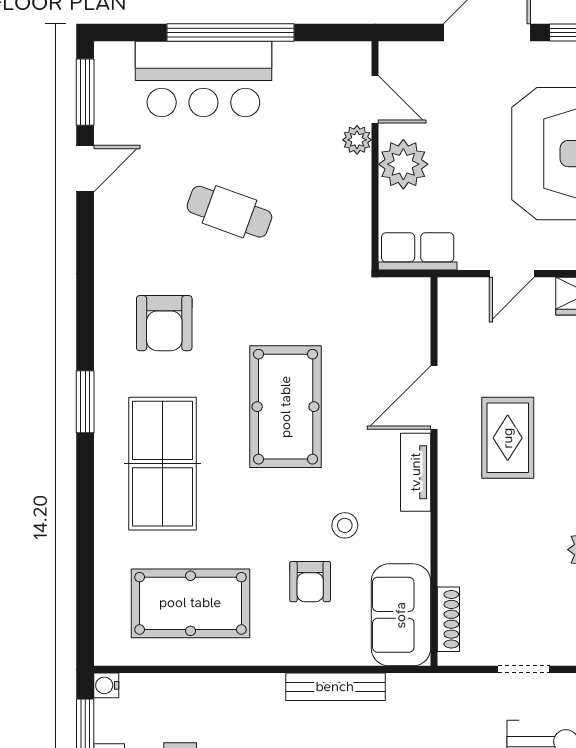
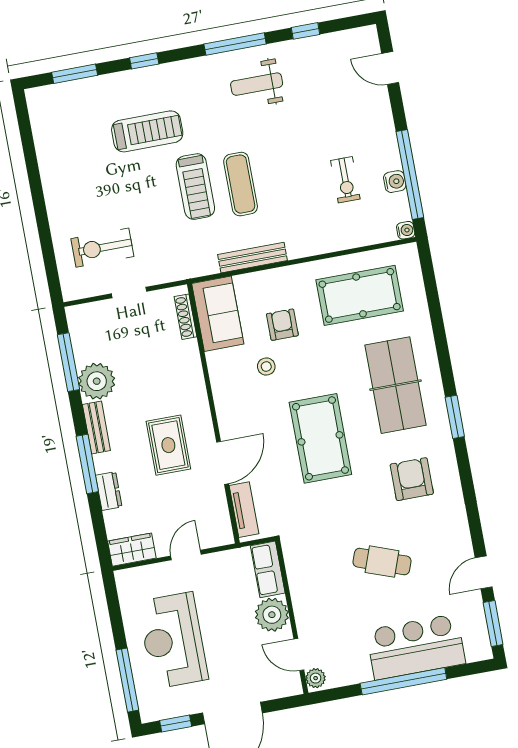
plant: (357, 140) -> (316, 678), moved
row of seats: (418, 251) -> (268, 569), moved, turned 90
tv unit: (416, 472) -> (244, 510), moved

